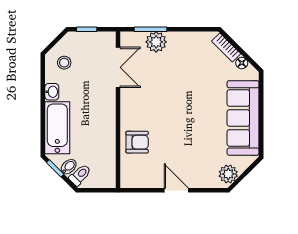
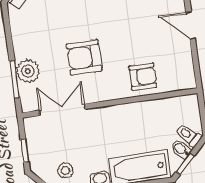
armchair: (161, 93) -> (84, 57), added
armchair: (137, 142) -> (143, 77), turned 90
door: (176, 190) -> (191, 25), hinge flipped

